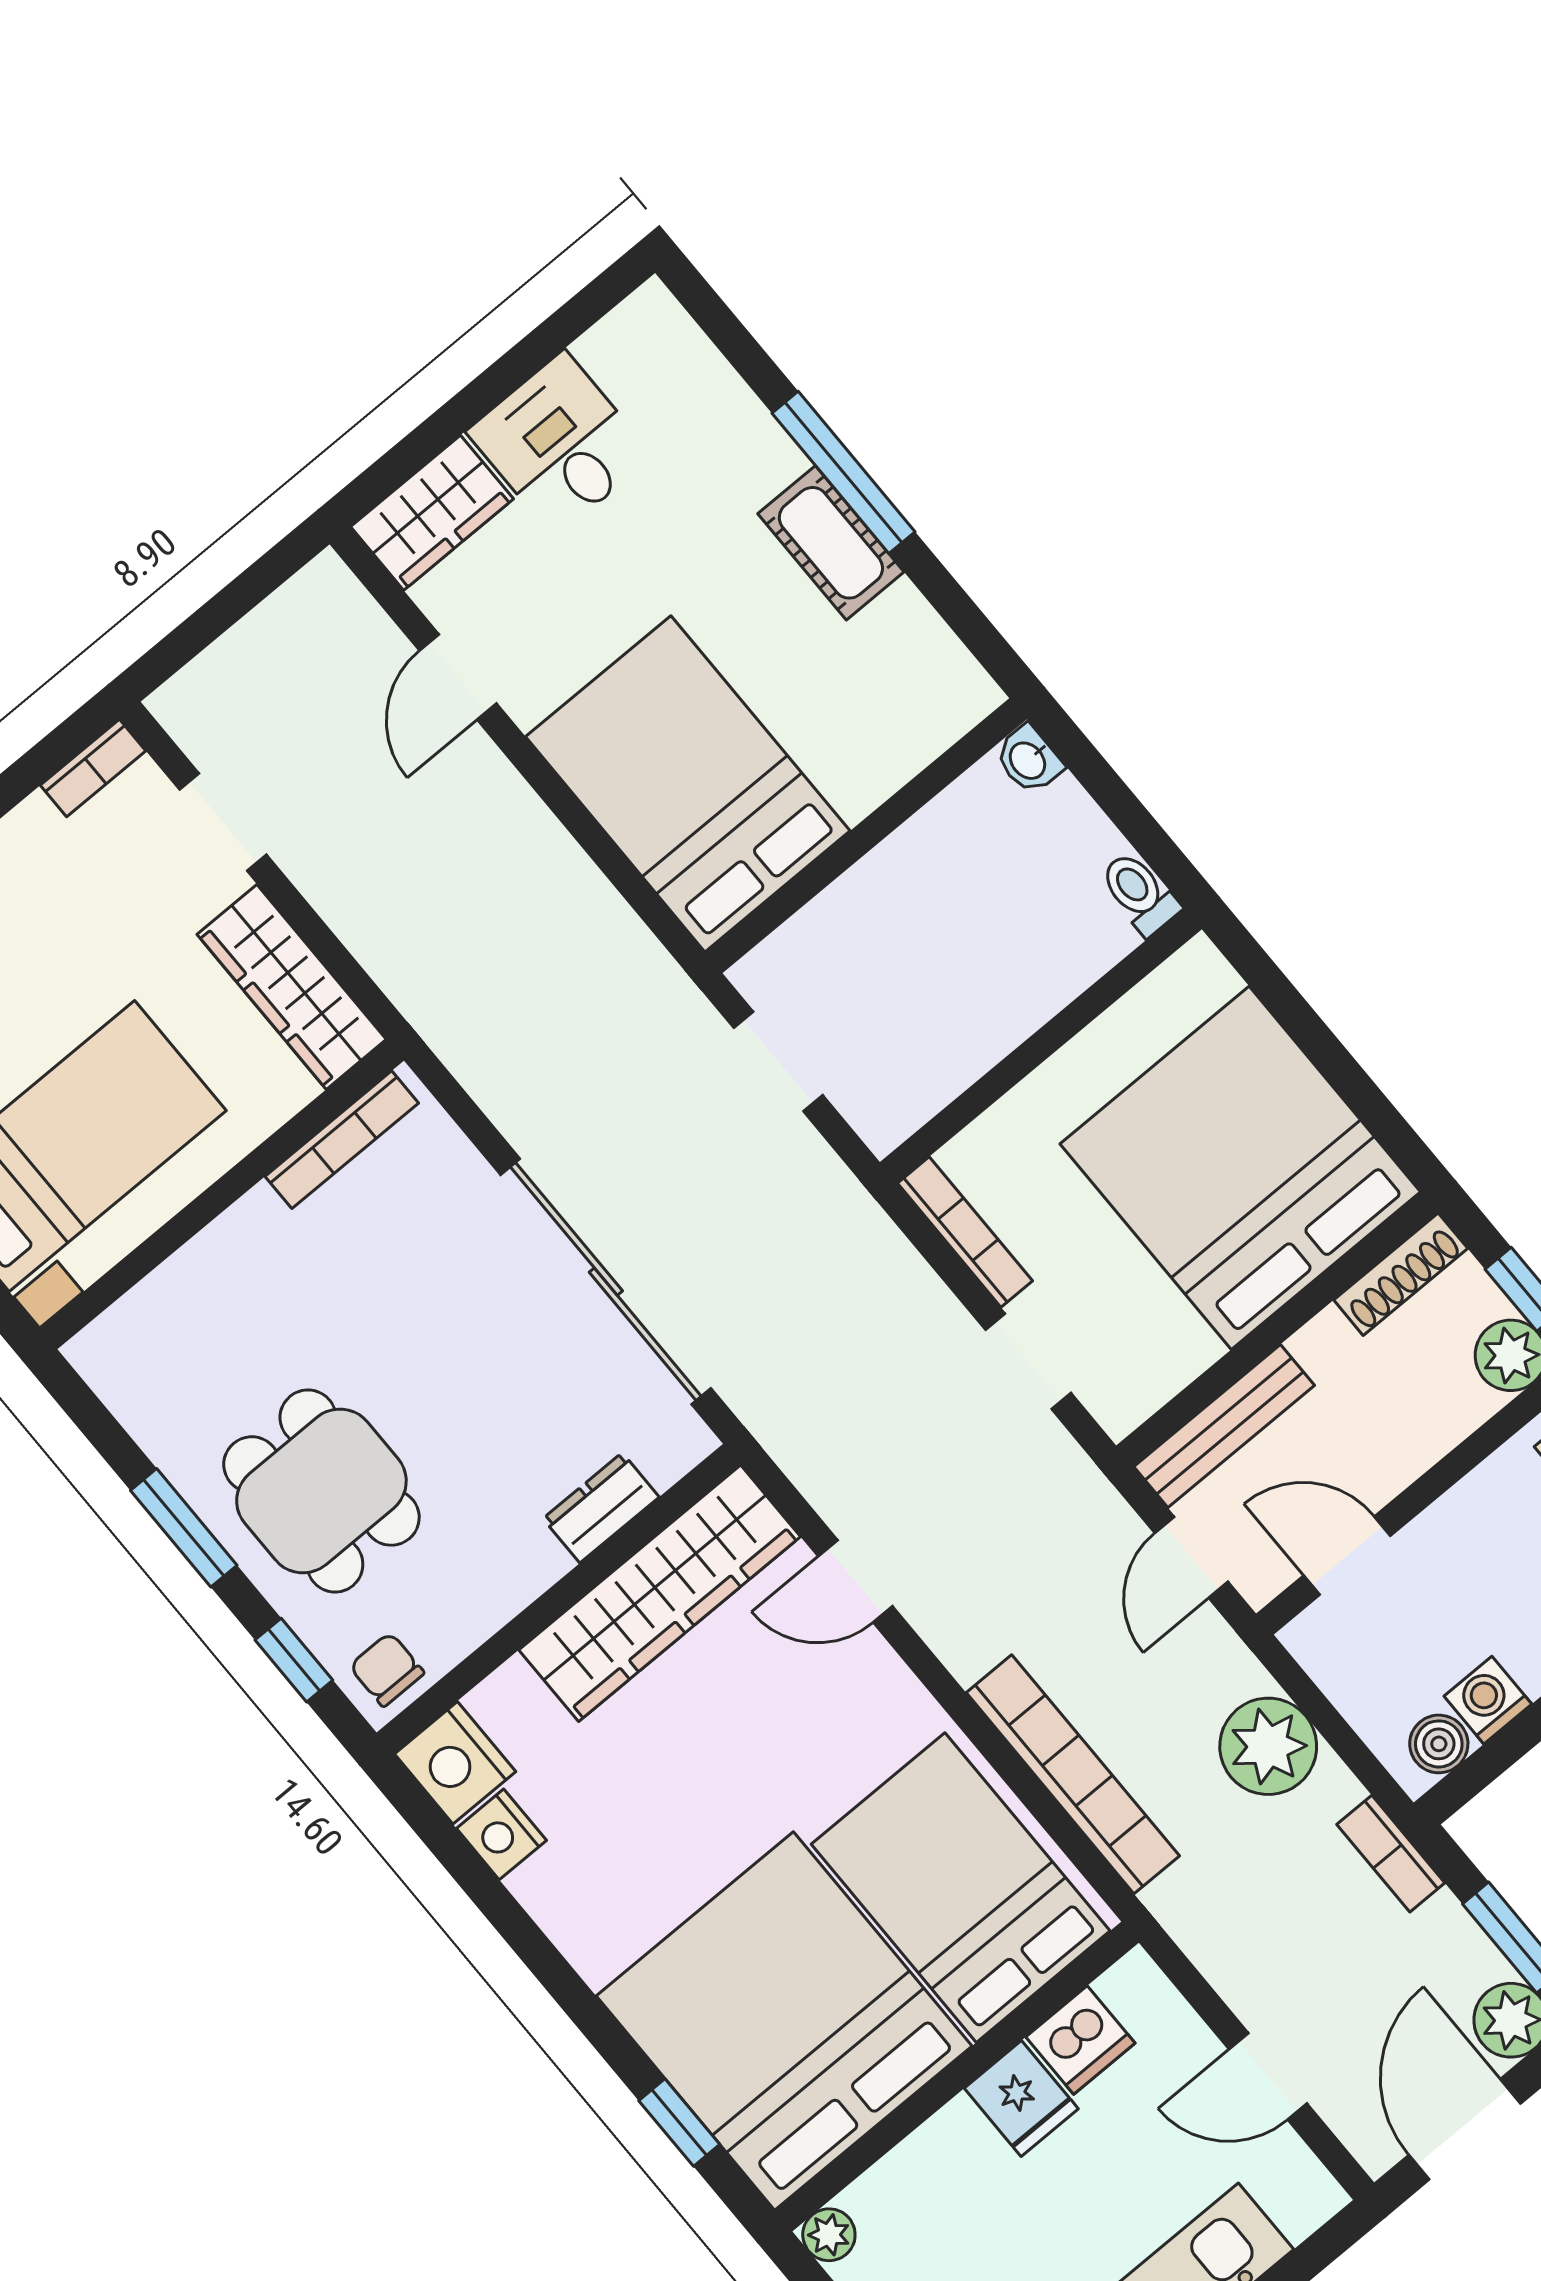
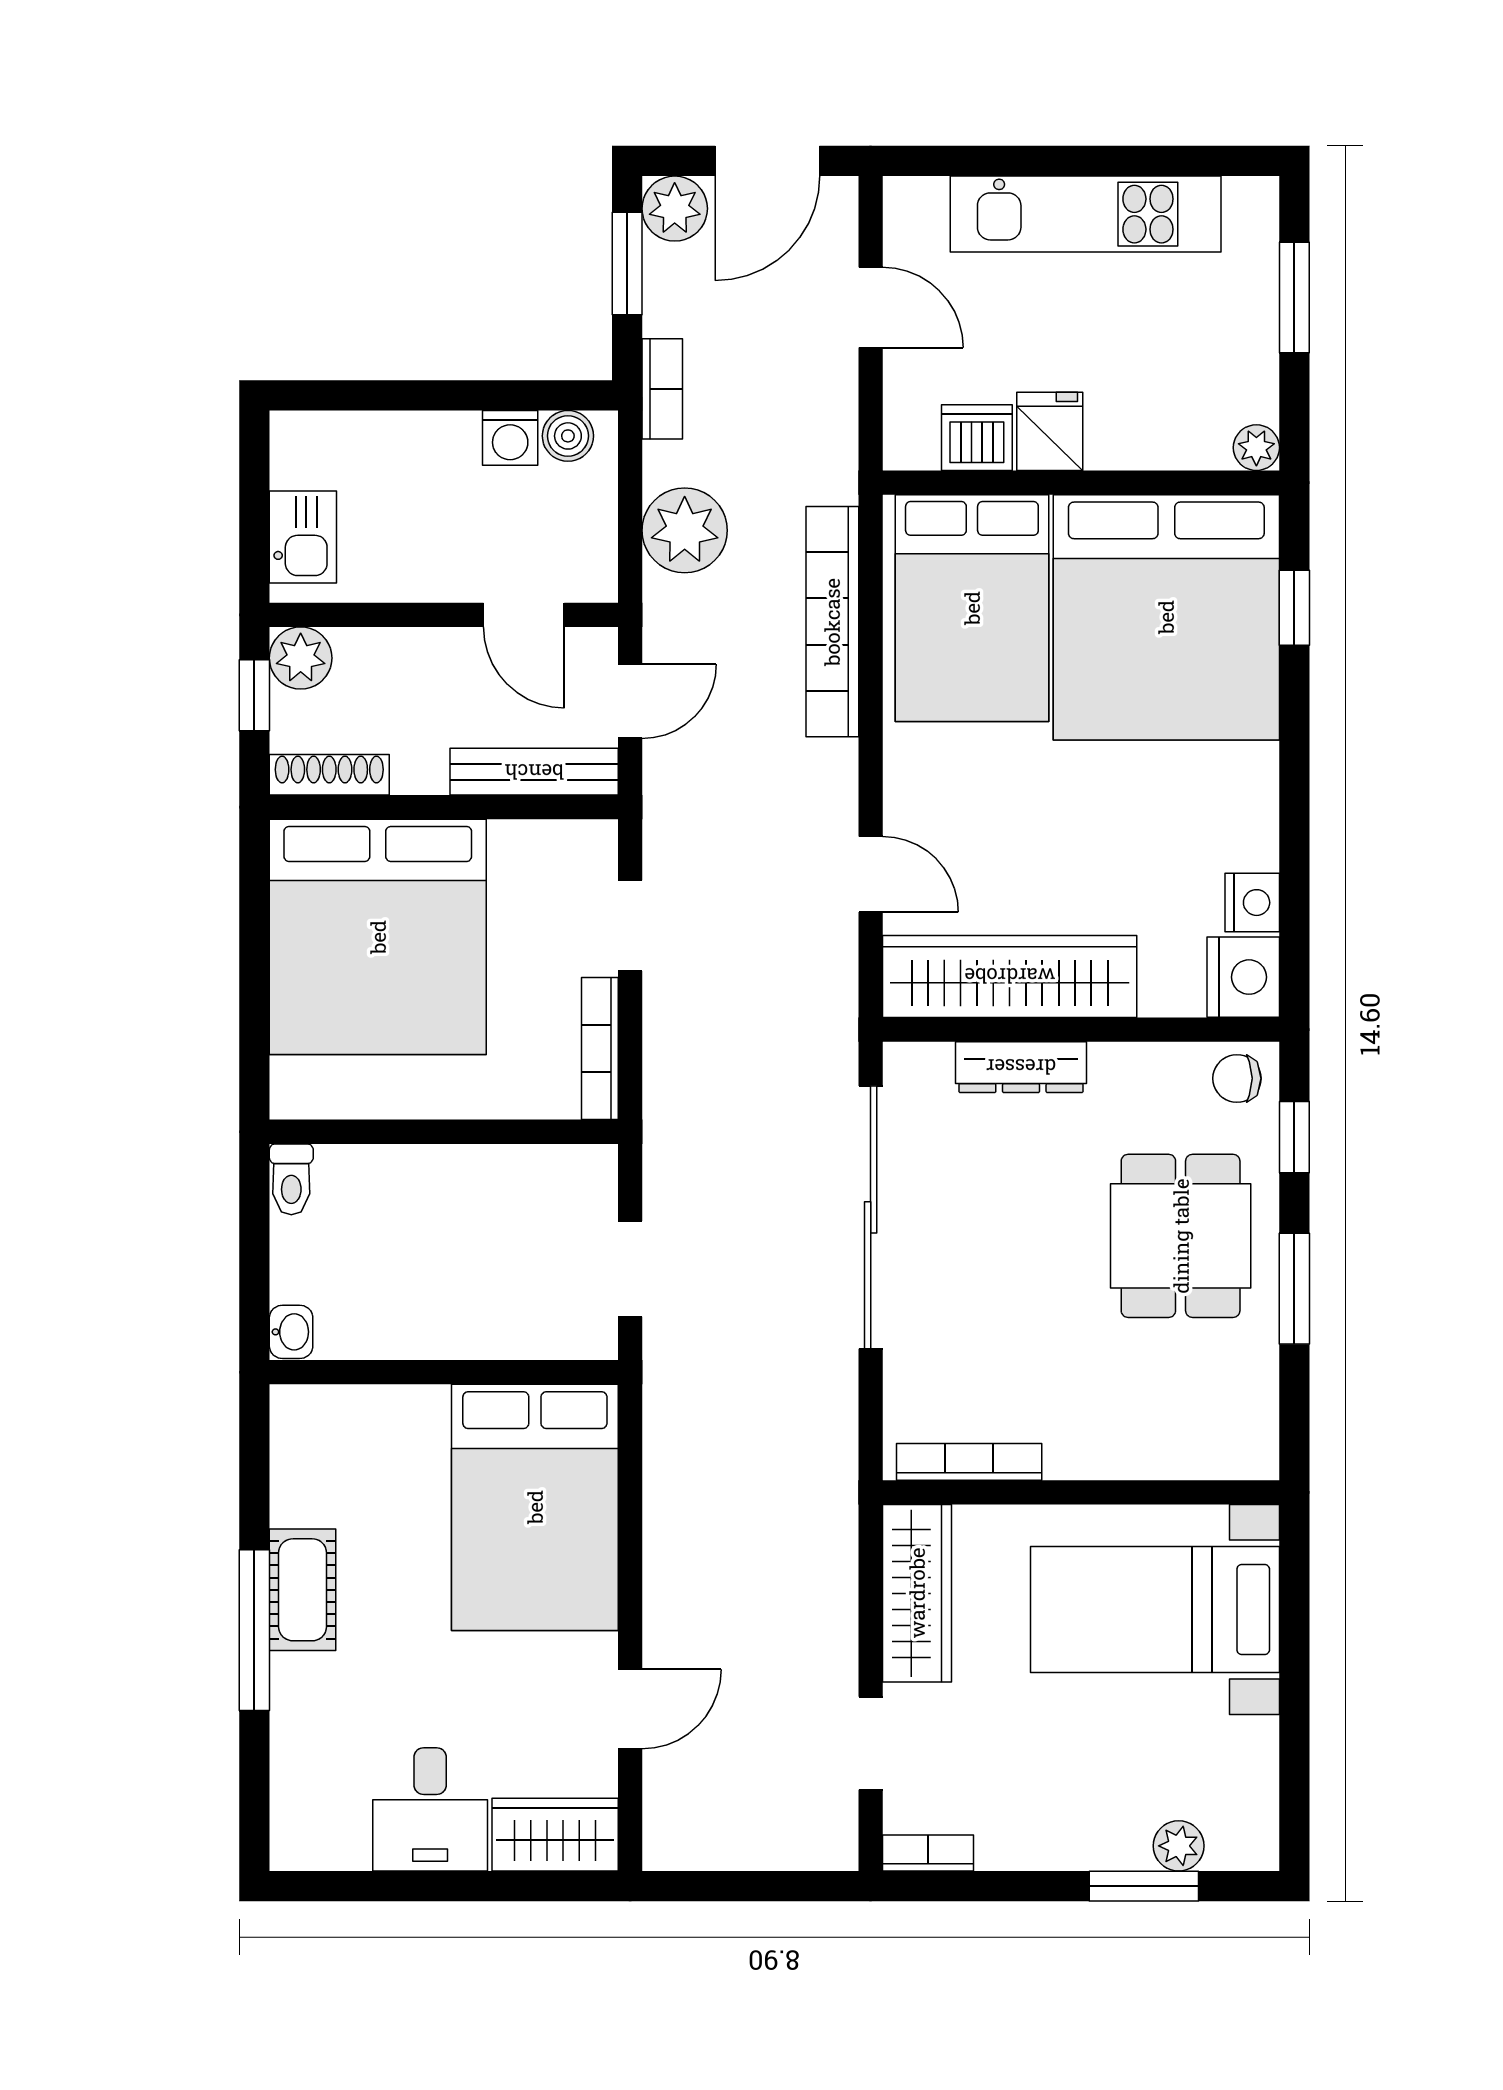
dresser: (601, 1508) -> (1021, 1067), width x1.44
chair: (387, 1670) -> (1237, 1078), turned 90

